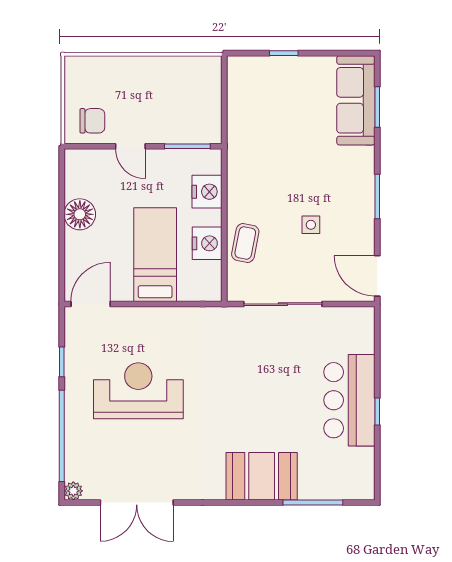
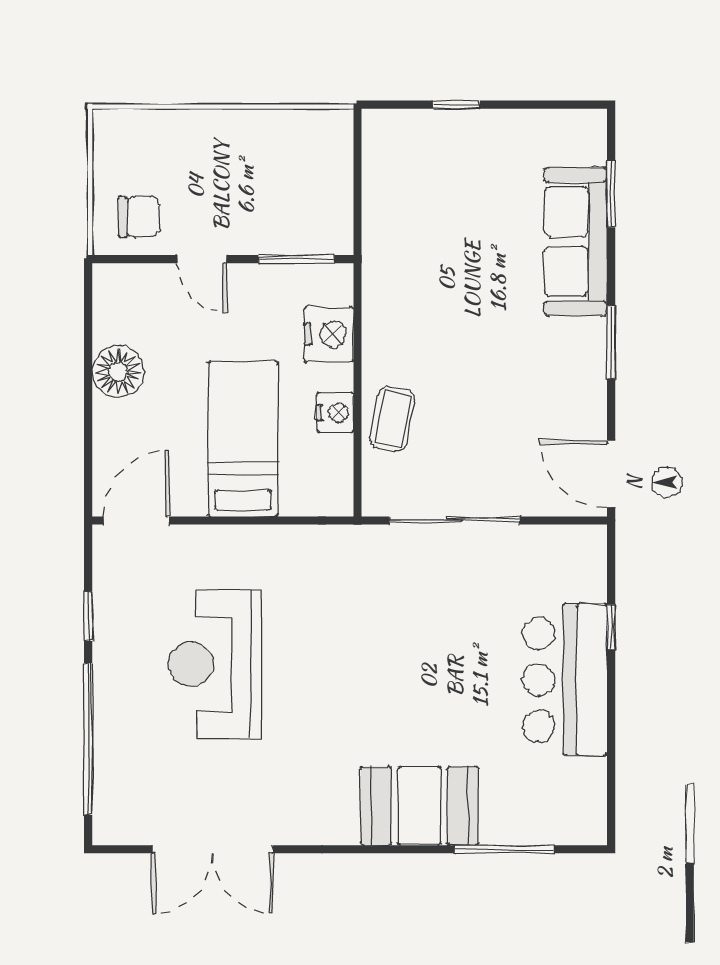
sofa: (356, 100) -> (576, 241), moved
side table: (311, 225) -> (501, 389), removed
nightstand: (207, 243) -> (335, 413), width x0.74, depth x0.75
reception desk: (138, 391) -> (215, 664), turned -90
window: (377, 412) -> (611, 627), moved
plant: (73, 491) -> (107, 830), removed

